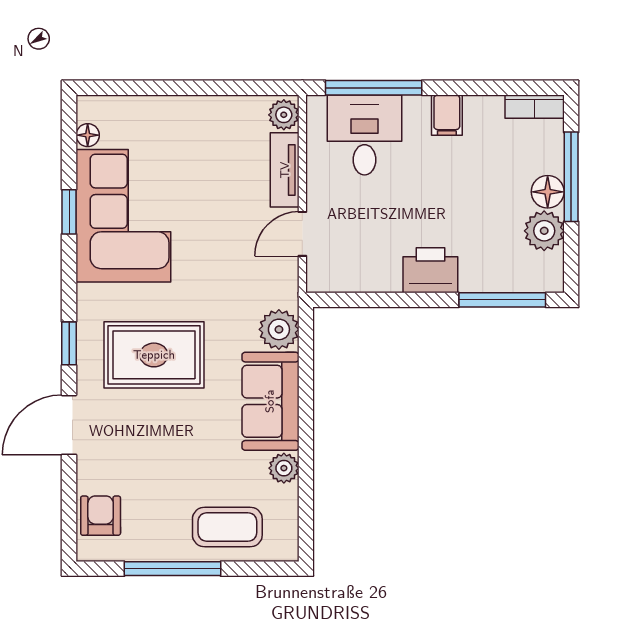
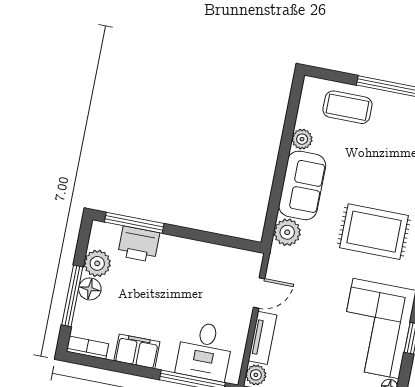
filing cabinet: (447, 115) -> (137, 351), width x2.00
printer: (430, 270) -> (139, 244), moved

